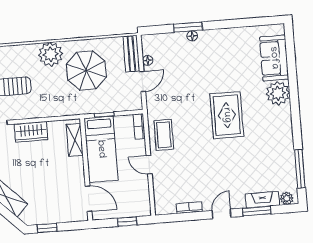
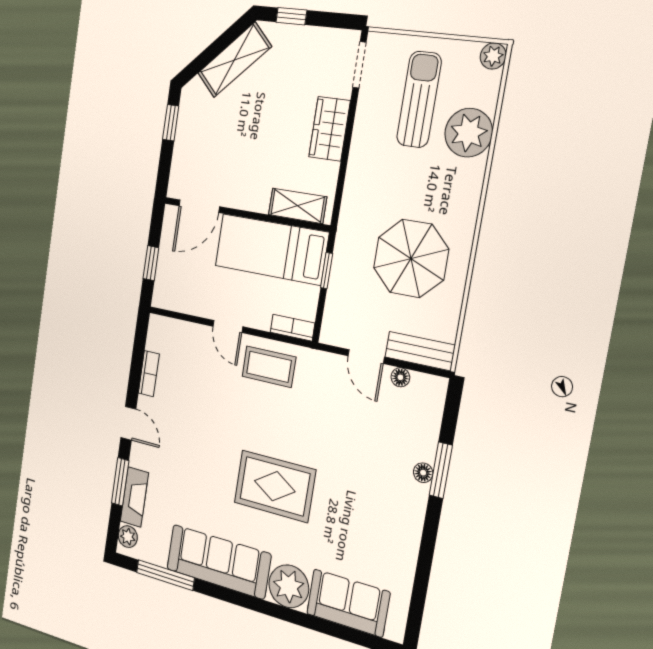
plant: (51, 54) -> (469, 133), moved
sofa: (280, 138) -> (218, 562), added
door: (149, 165) -> (228, 326), swing flipped

